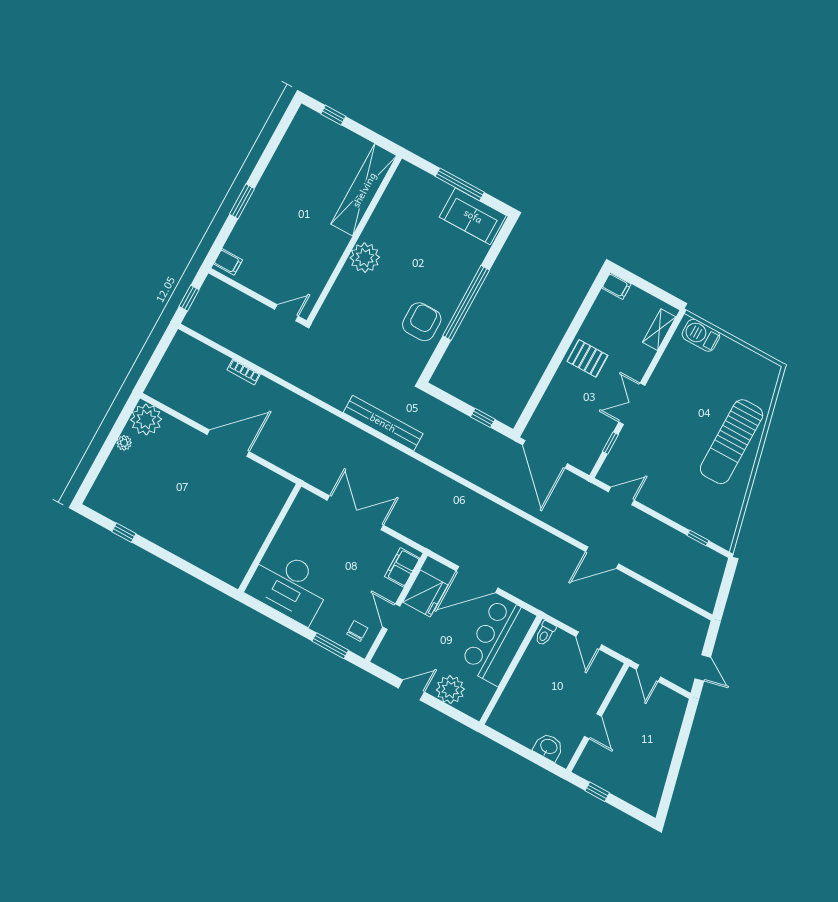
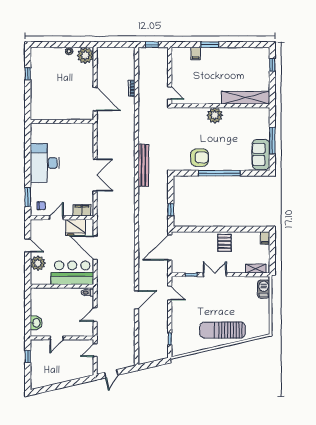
filing cabinet: (228, 262) -> (196, 53), moved
wall: (270, 538) -> (62, 121), moved
door: (602, 558) -> (137, 300), swing flipped

